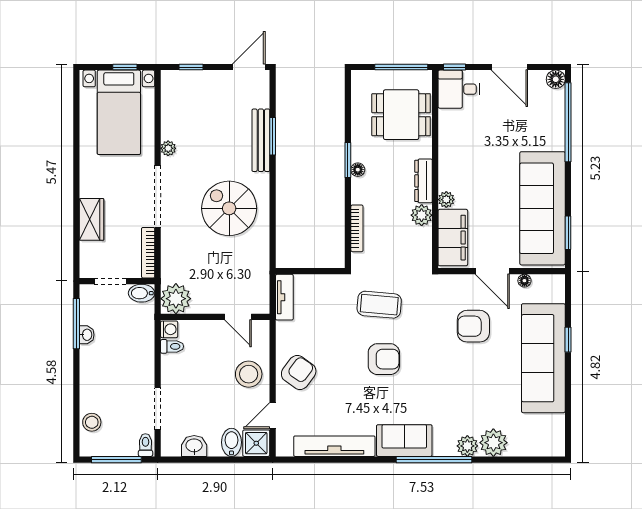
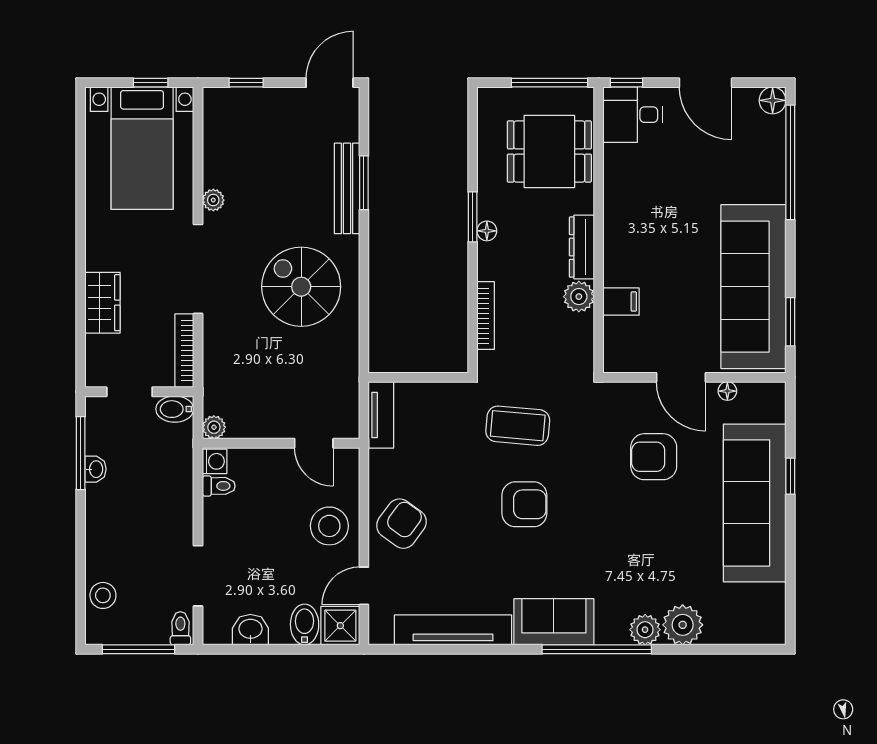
plant: (446, 200) -> (615, 274), removed
filing cabinet: (453, 238) -> (621, 302), width x0.33, depth x0.86
plant: (176, 299) -> (214, 427), width x0.53, depth x0.53

